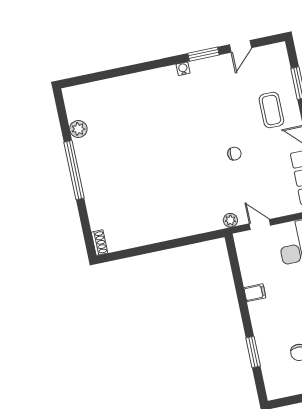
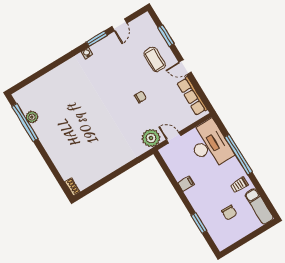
window: (74, 170) -> (25, 123), moved
plant: (230, 220) -> (151, 138), width x1.88, depth x1.88

